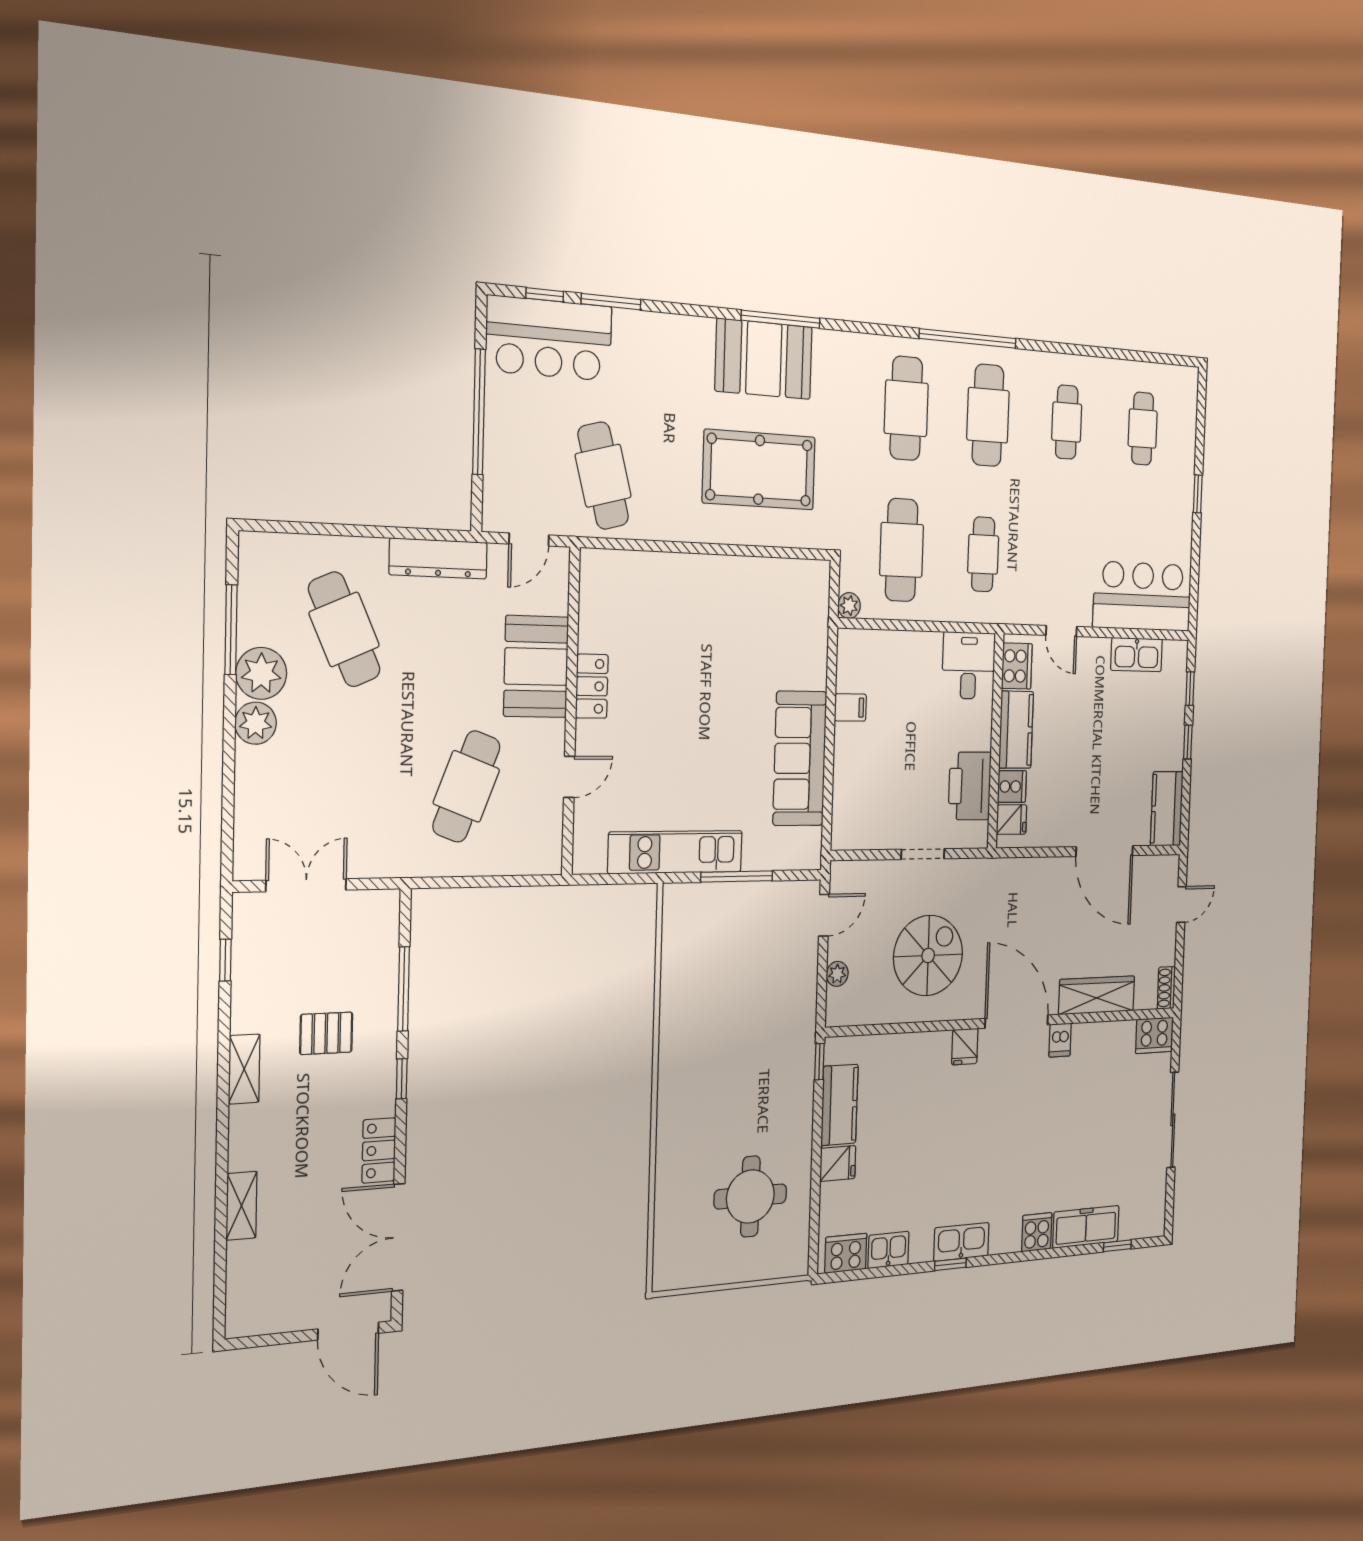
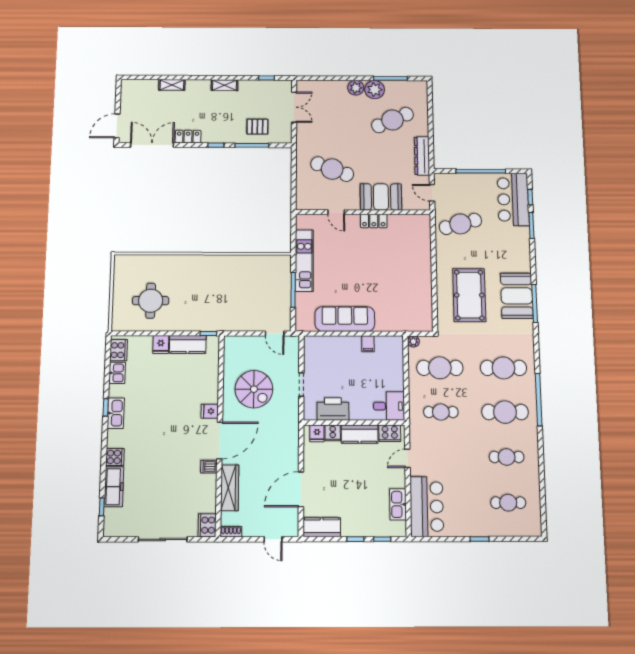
plant: (837, 974) -> (248, 341), removed
pallet: (326, 1033) -> (257, 127), moved, turned 90

